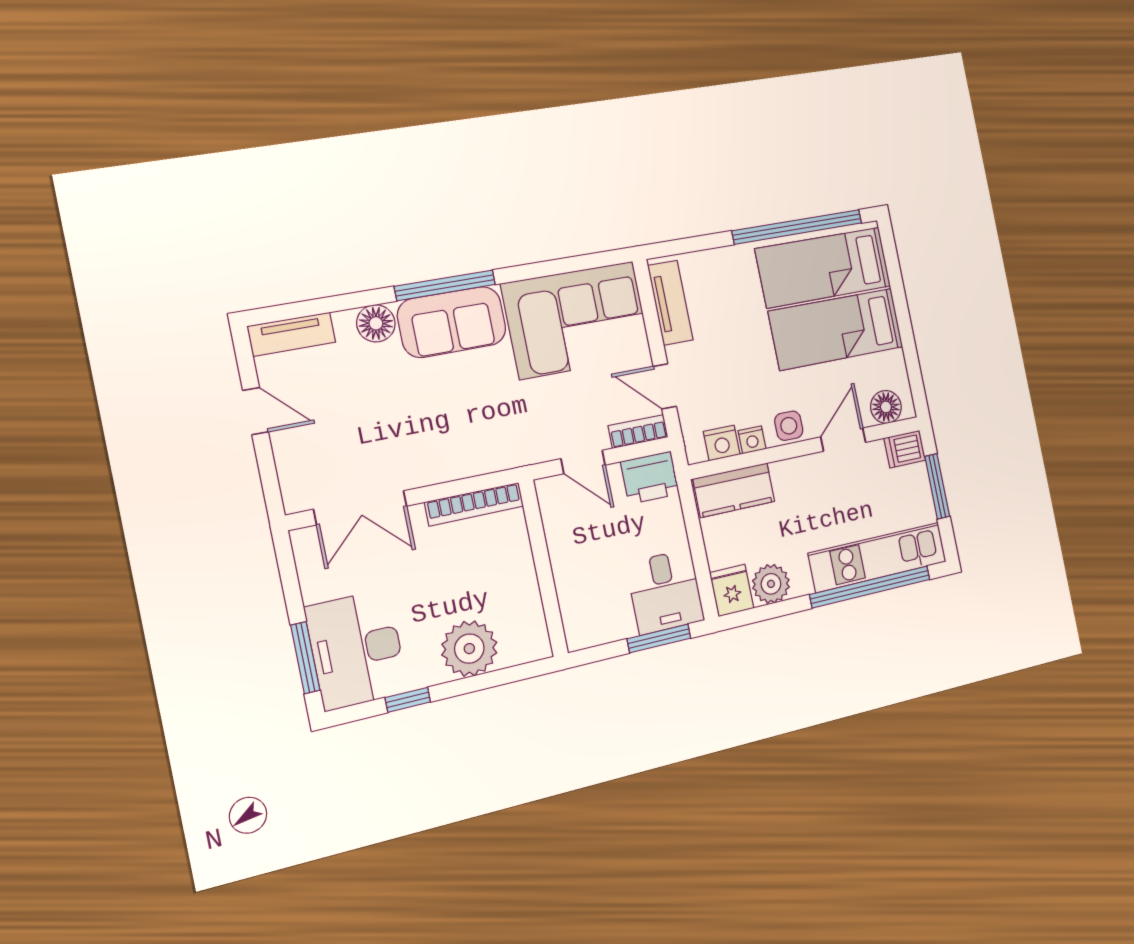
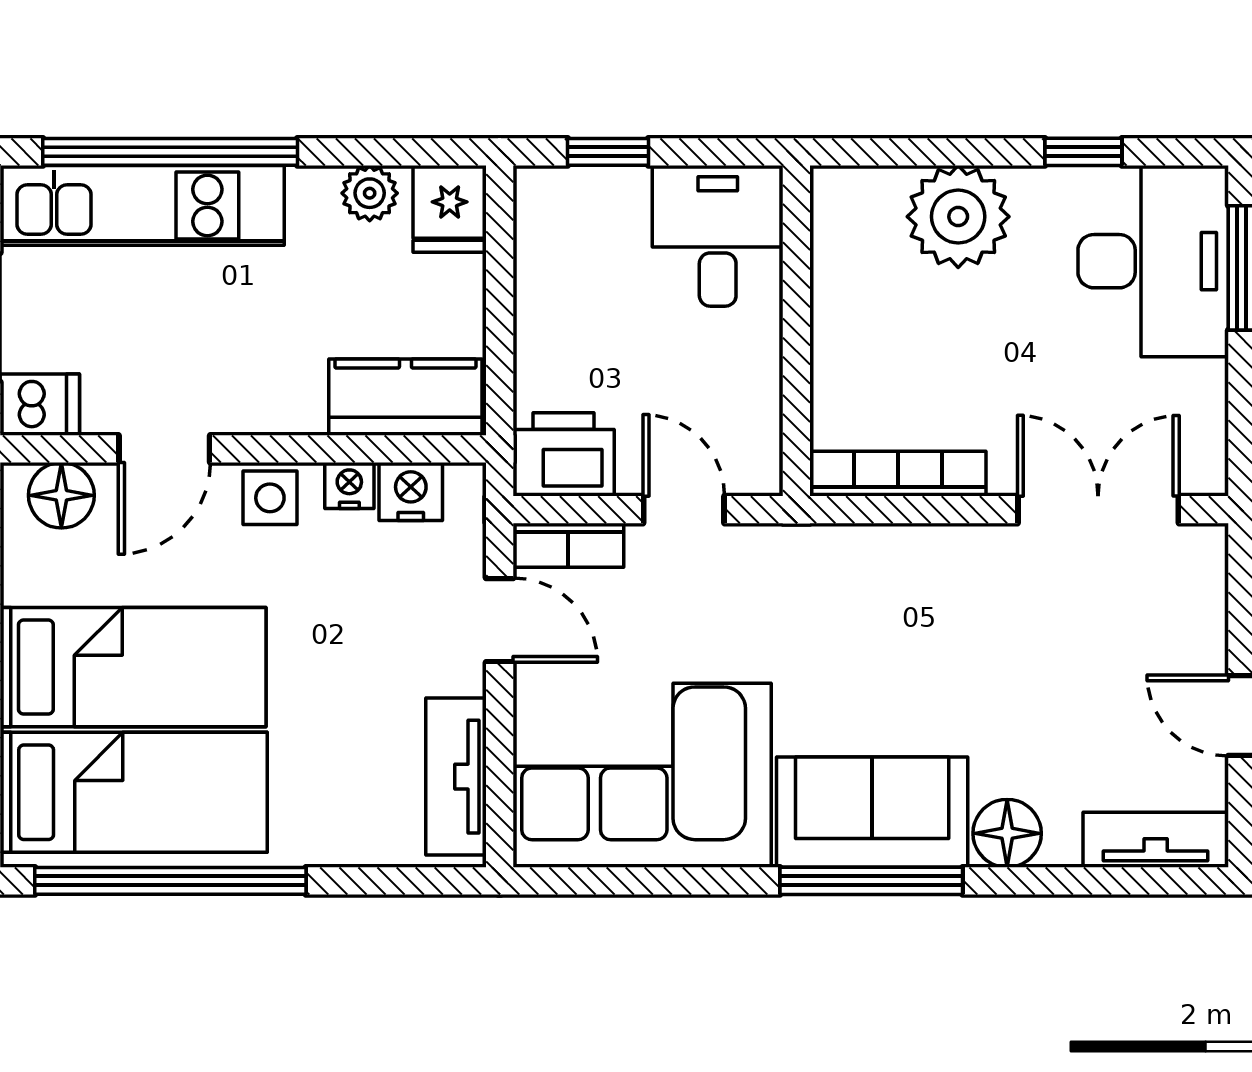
plant: (771, 584) -> (370, 193), width x0.73, depth x0.73
desk: (665, 592) -> (718, 236), moved
window: (659, 639) -> (608, 152), width x0.67

